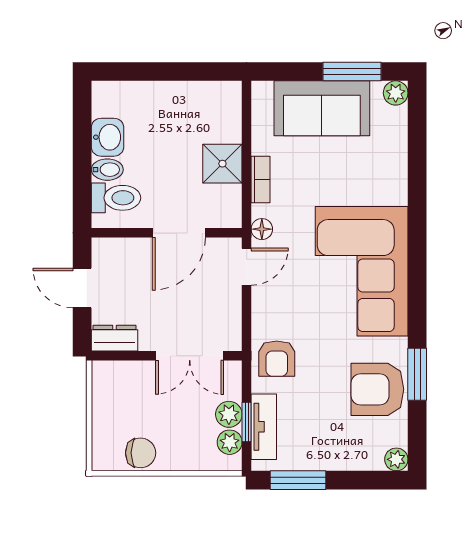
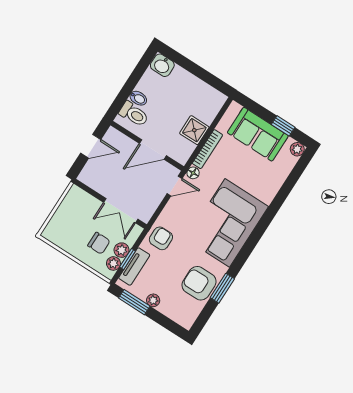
window: (352, 71) -> (283, 126), width x0.67
washbasin: (108, 137) -> (162, 65), moved, turned 90
bookcase: (261, 179) -> (207, 149), width x1.56
door: (82, 288) -> (91, 146), swing flipped
dresser: (115, 338) -> (91, 180), removed
armchair: (277, 359) -> (161, 238), turned 180
chair: (141, 453) -> (99, 243), moved
plant: (396, 459) -> (153, 300), moved

